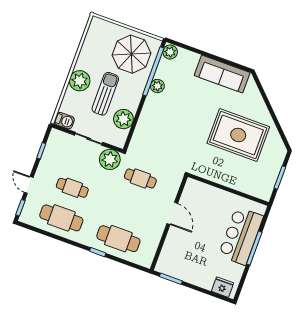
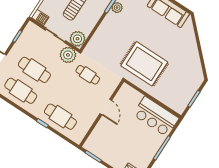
plant: (123, 119) -> (78, 39), moved
rug: (238, 135) -> (144, 64), moved
cafe table: (72, 188) -> (34, 70), width x1.37, depth x1.35
bar counter: (241, 236) -> (156, 116), moved, turned -90

